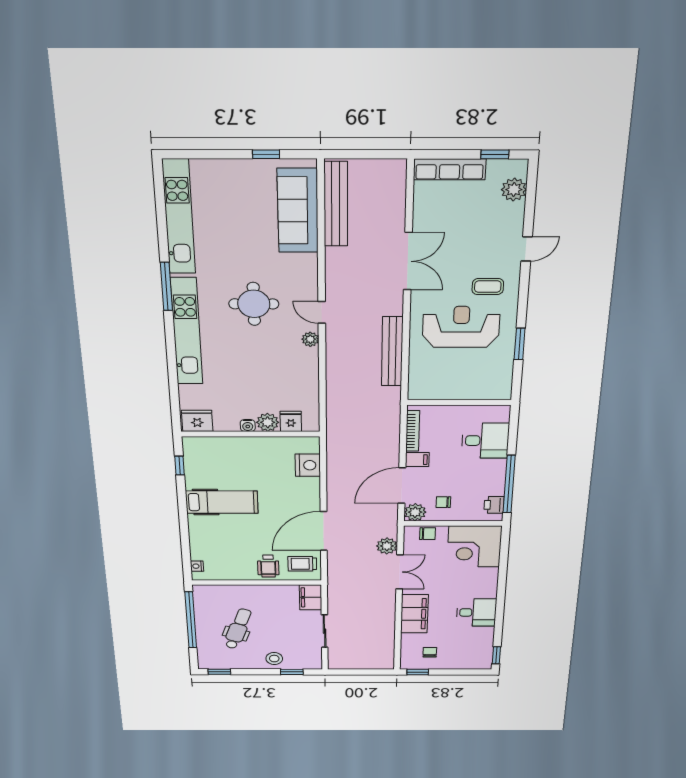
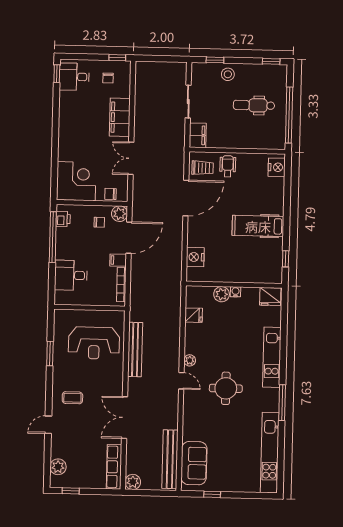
row of seats: (450, 169) -> (114, 467), moved, turned -90
sofa: (298, 211) -> (194, 463), width x0.73
reception desk: (461, 327) -> (94, 343), moved
kitchen unit: (187, 332) -> (272, 357), width x0.73
fridge: (291, 421) -> (194, 315), moved, turned -90
plant: (387, 546) -> (133, 482), moved
nightstand: (197, 566) -> (277, 167), width x1.89, depth x1.79
desk: (476, 612) -> (74, 77), moved
dental chair: (238, 629) -> (254, 105), turned 71

